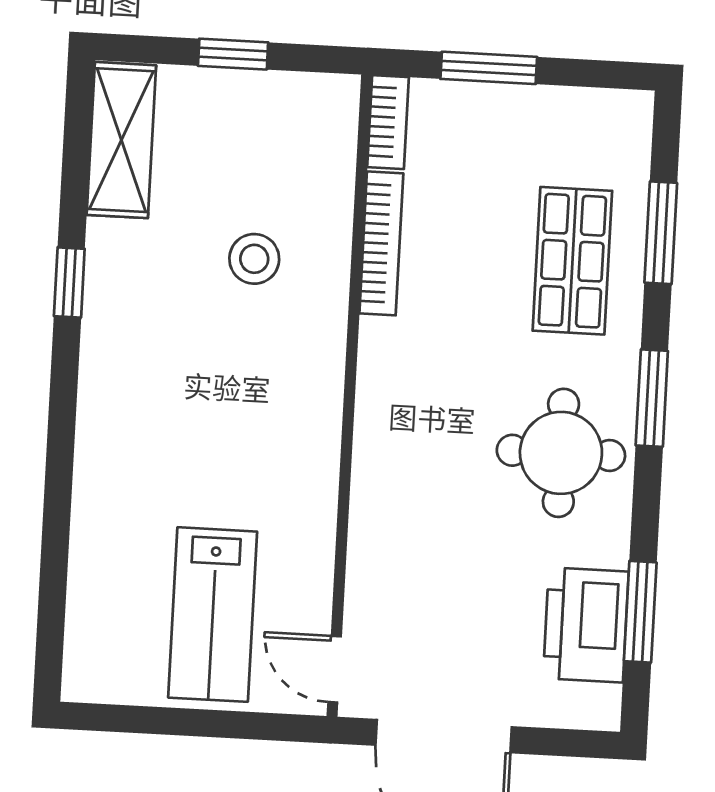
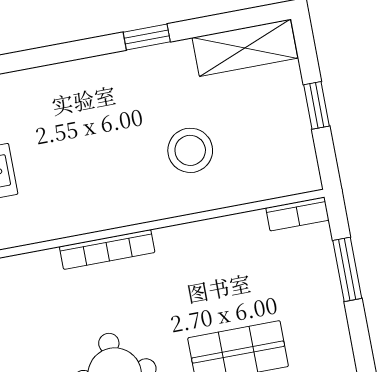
bookcase: (381, 243) -> (107, 249), moved
stool: (254, 259) -> (190, 150), width x1.38, depth x1.38

